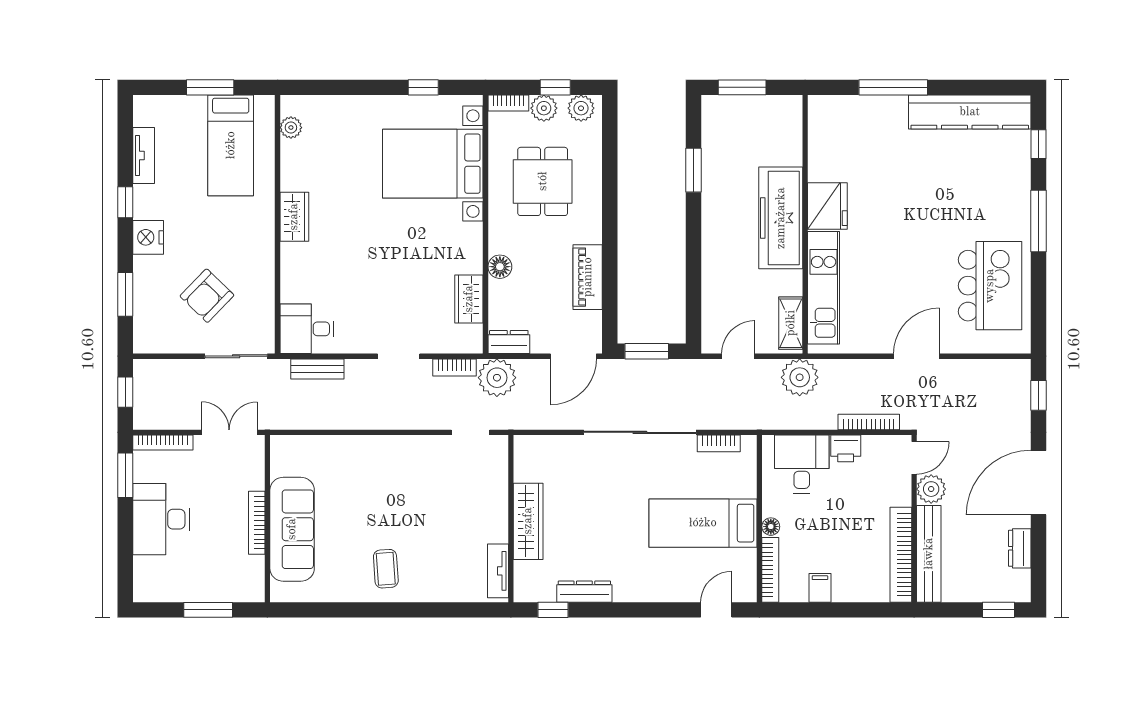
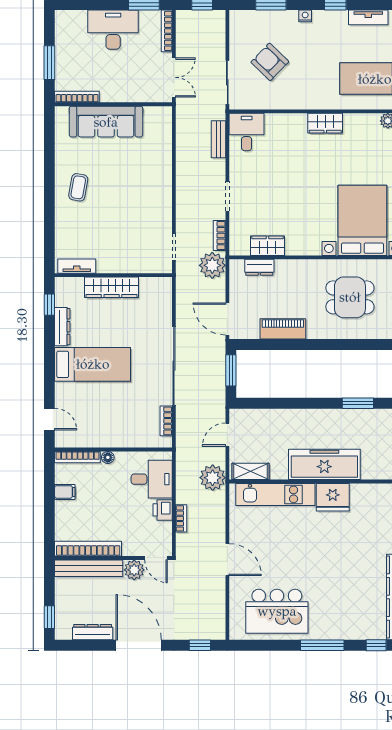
nightstand: (148, 237) -> (305, 16), width x0.53, depth x0.56
floor lamp: (500, 267) -> (290, 267), removed
dresser: (509, 342) -> (259, 267), moved, turned 90
door: (738, 356) -> (227, 435), swing flipped
bookcase: (869, 422) -> (181, 518), width x0.64
bookcase: (257, 523) -> (77, 97), moved
bed: (703, 523) -> (93, 364), moved, turned 90
dresser: (1020, 548) -> (93, 632), width x1.44
coffee table: (386, 569) -> (78, 187), turned -76

